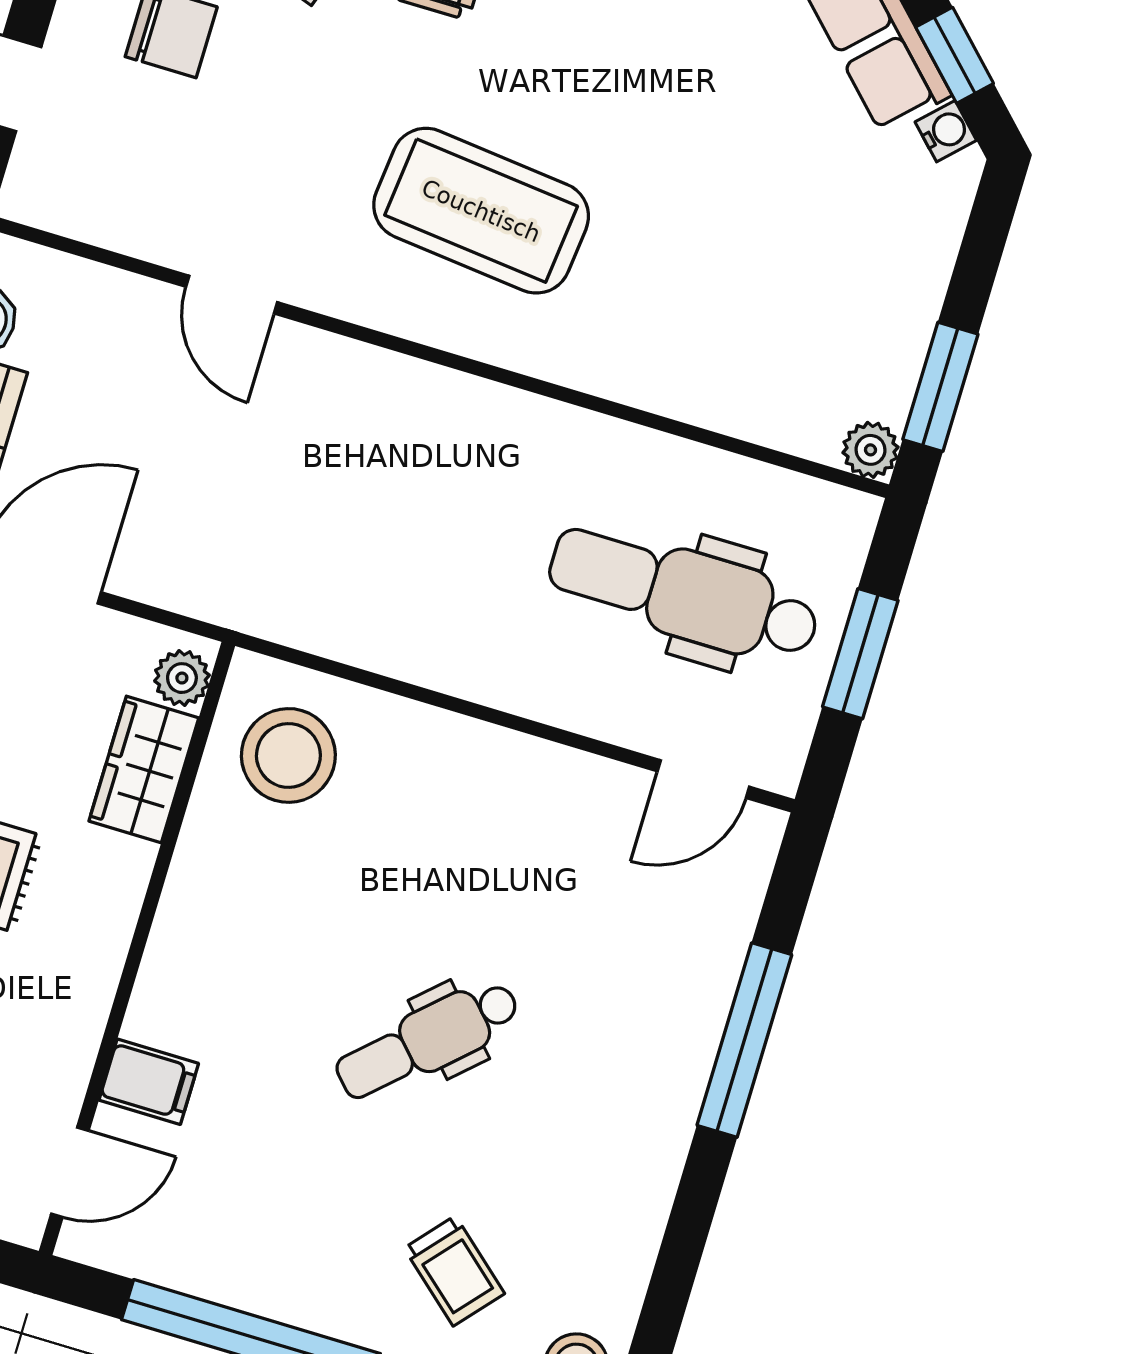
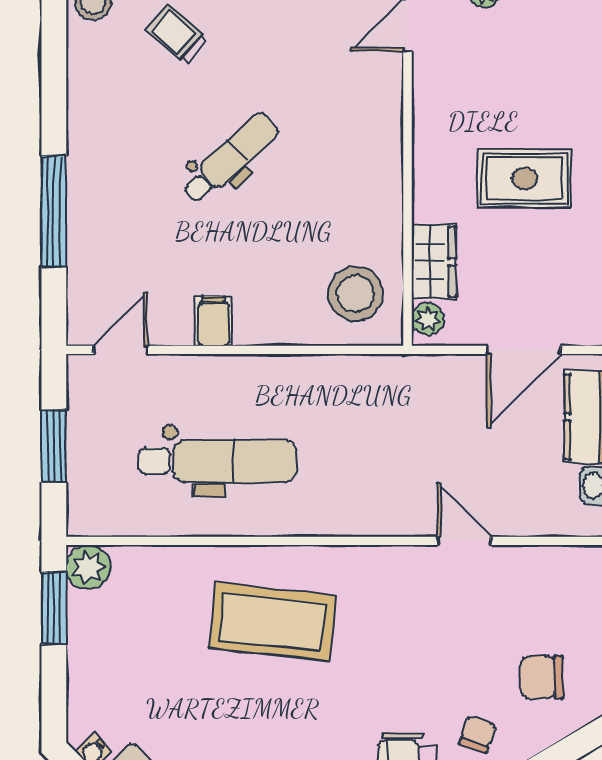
coffee table: (481, 211) -> (272, 622), moved
plant: (871, 450) -> (88, 567), width x1.38, depth x1.38
dental chair: (684, 594) -> (217, 461), moved
filing cabinet: (149, 1082) -> (213, 321), moved, turned 90

